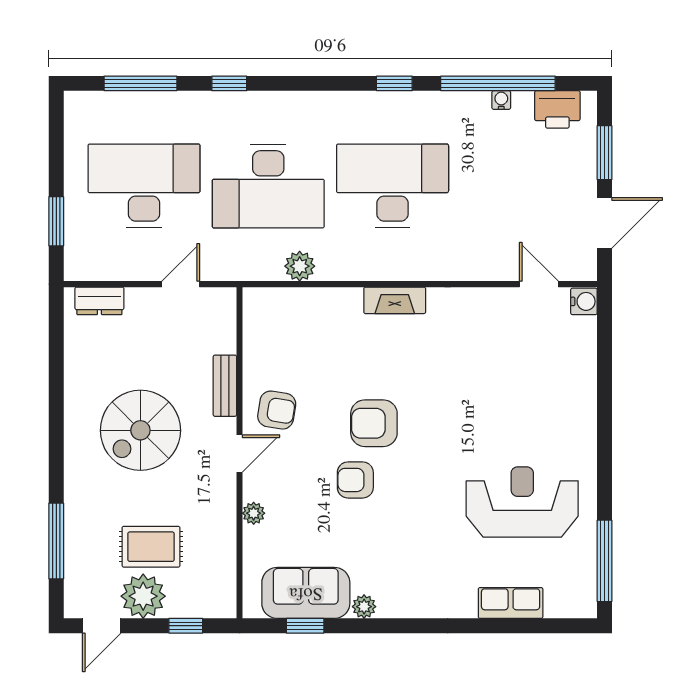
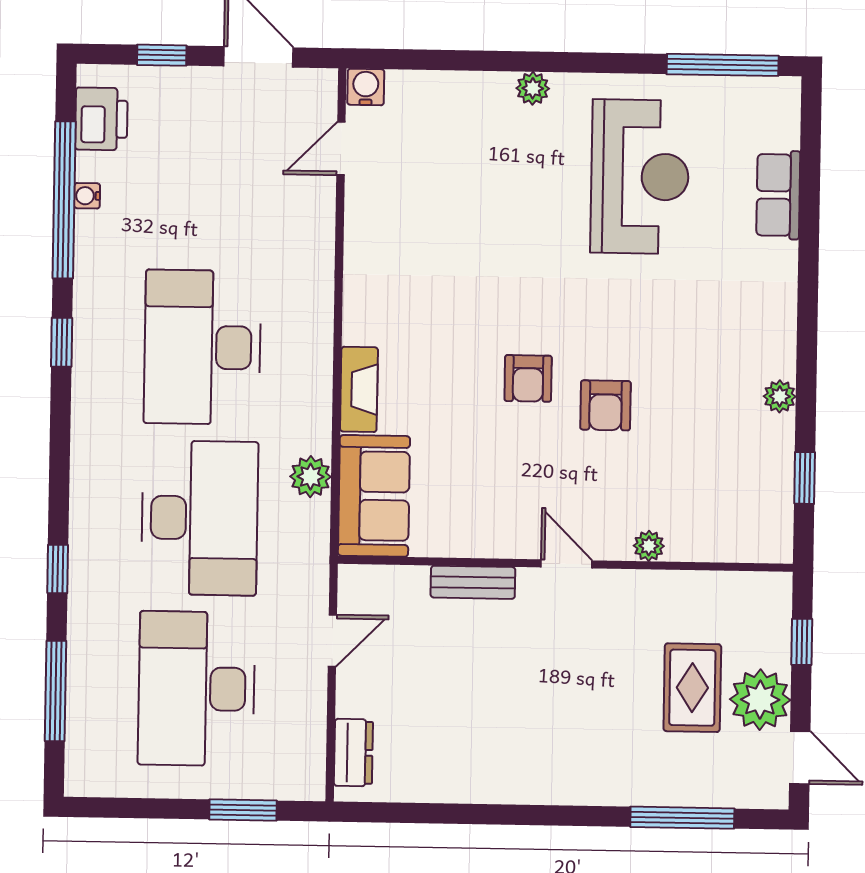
window: (604, 153) -> (162, 55), width x0.67
door: (181, 284) -> (332, 641), swing flipped
fireplace: (395, 300) -> (359, 389), moved
armchair: (277, 410) -> (508, 512), removed
armchair: (374, 423) -> (528, 378), width x0.72, depth x0.72
plant: (585, 423) -> (533, 88), added
spiral stairs: (140, 430) -> (532, 699), removed
reception desk: (522, 502) -> (640, 177), turned 180
sofa: (306, 593) -> (374, 496), moved, turned 180

